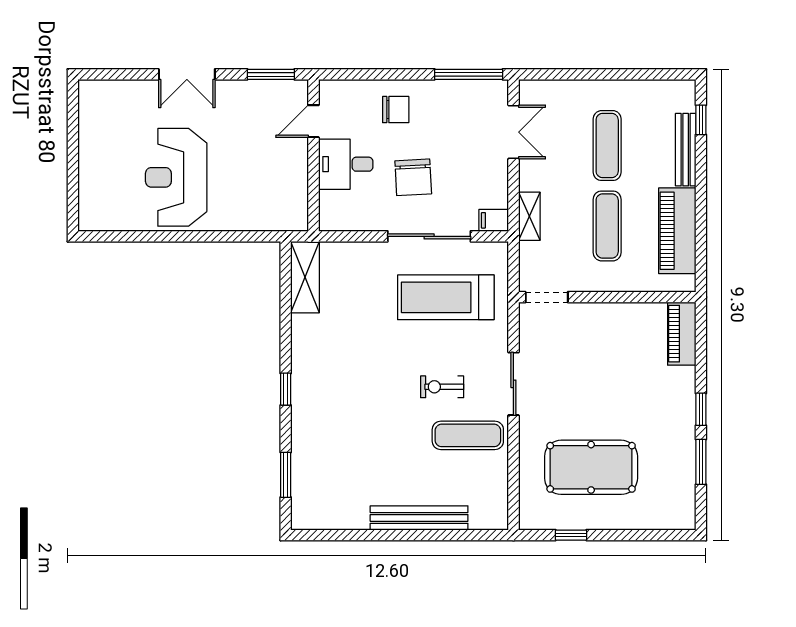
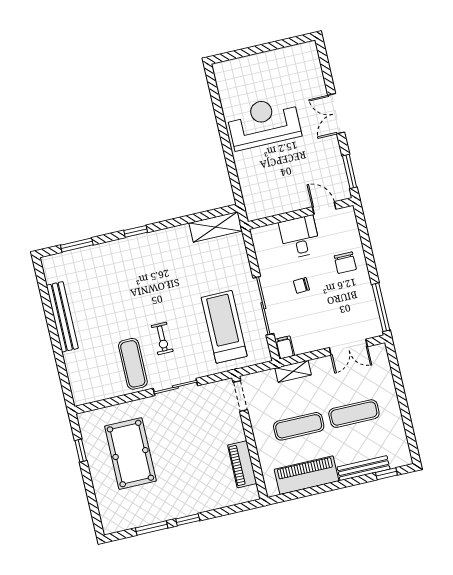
chair: (413, 177) -> (301, 285), width x0.54, depth x0.54
piano: (682, 334) -> (242, 464), moved, turned -90
exercise bike: (442, 387) -> (162, 338), turned 180
bench: (419, 518) -> (62, 317), moved

